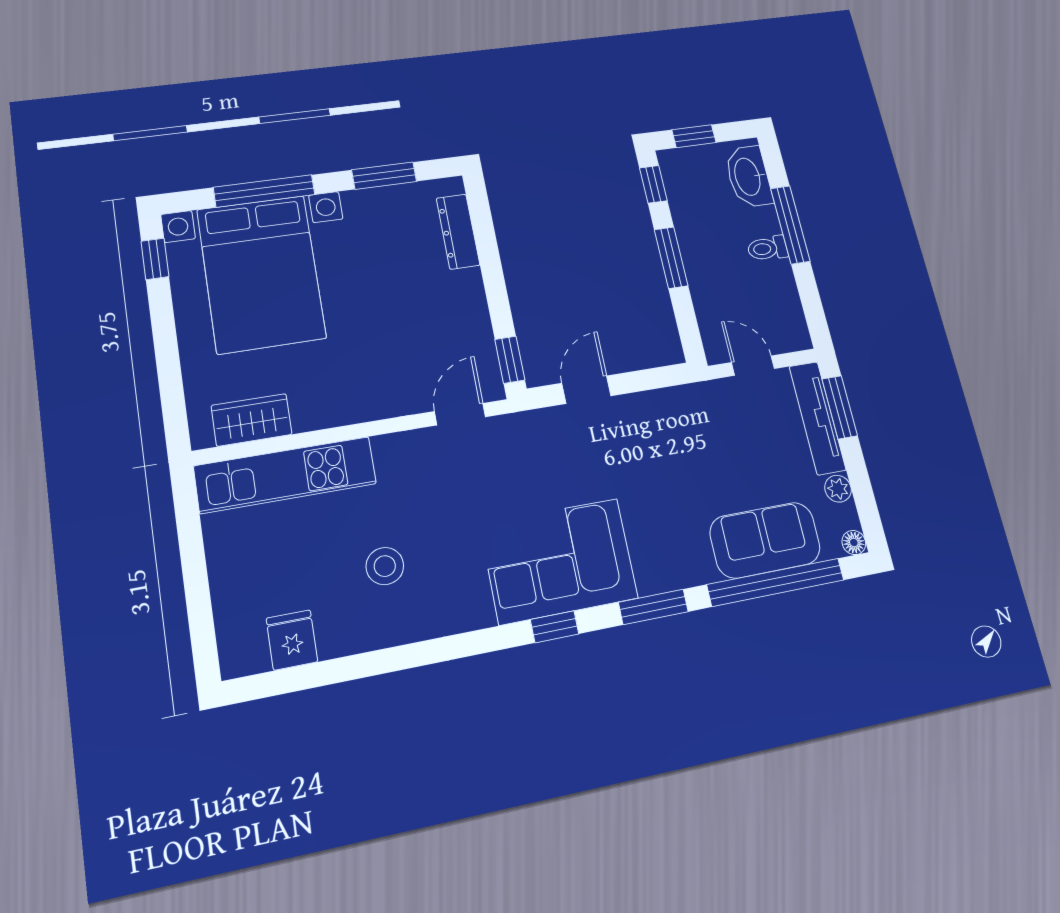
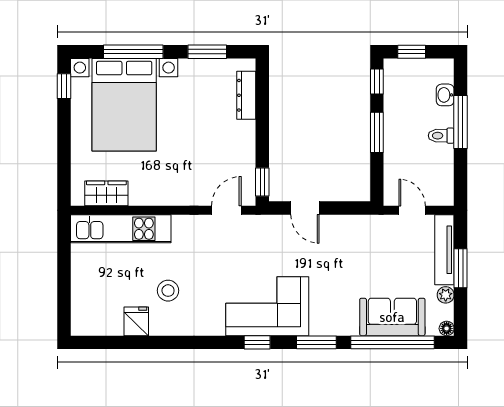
washbasin: (748, 177) -> (445, 95), width x0.52, depth x0.69
door: (586, 390) -> (305, 208), swing flipped
window: (840, 407) -> (461, 268), moved
fridge: (292, 640) -> (136, 321), moved

